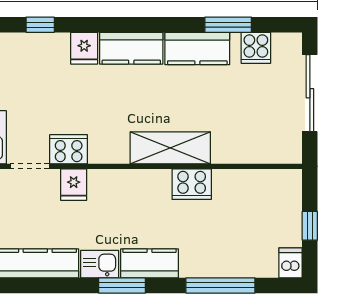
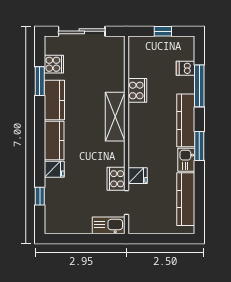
cooker: (192, 184) -> (137, 90), moved
kitchen counter: (149, 263) -> (186, 120), width x1.50
dishwasher: (291, 263) -> (185, 68), moved

